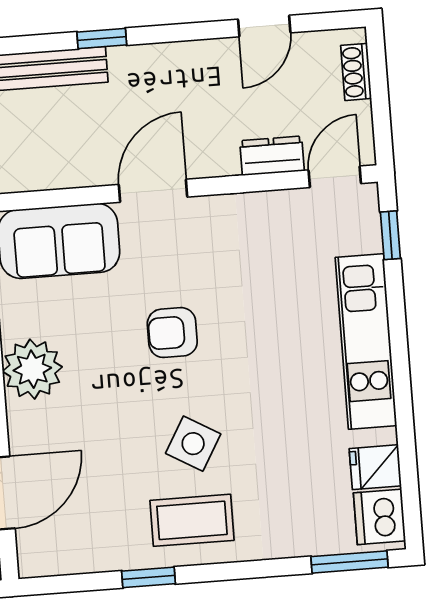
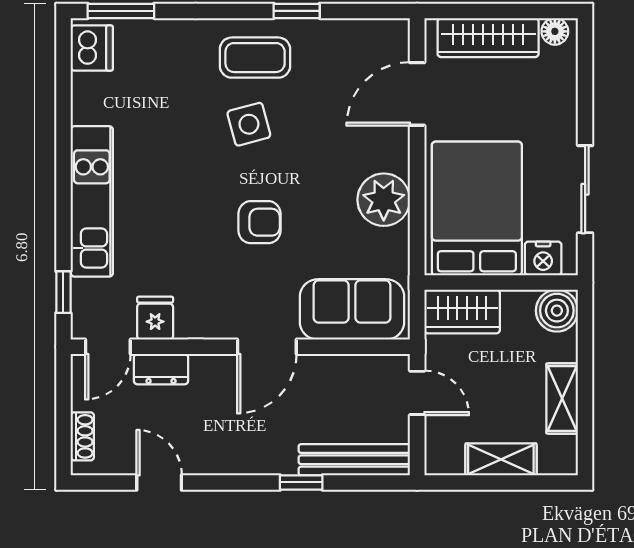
door: (264, 26) -> (159, 482), hinge flipped
side table: (193, 444) -> (249, 124), turned 45
fridge: (375, 467) -> (155, 318), moved, turned -90

